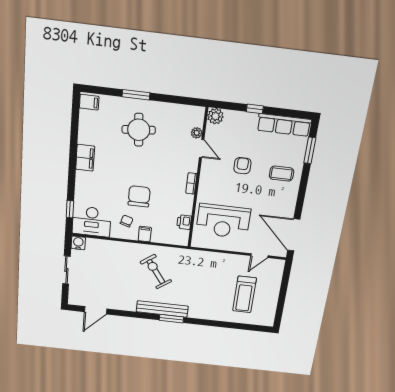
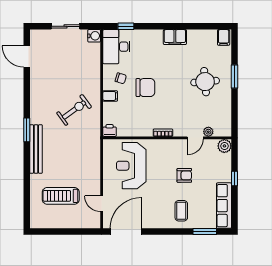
printer: (184, 222) -> (110, 131), moved
bench: (162, 309) -> (36, 149), moved

